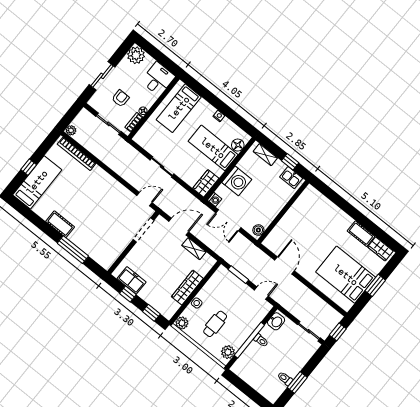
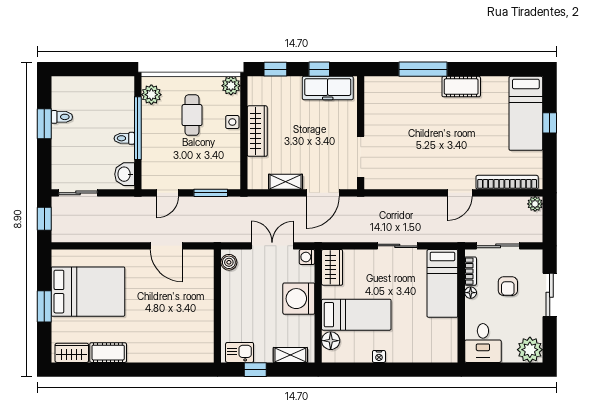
bed: (179, 108) -> (442, 283), moved, turned 180
door: (145, 199) -> (460, 193), moved
freezer: (132, 280) -> (328, 88), width x1.40

